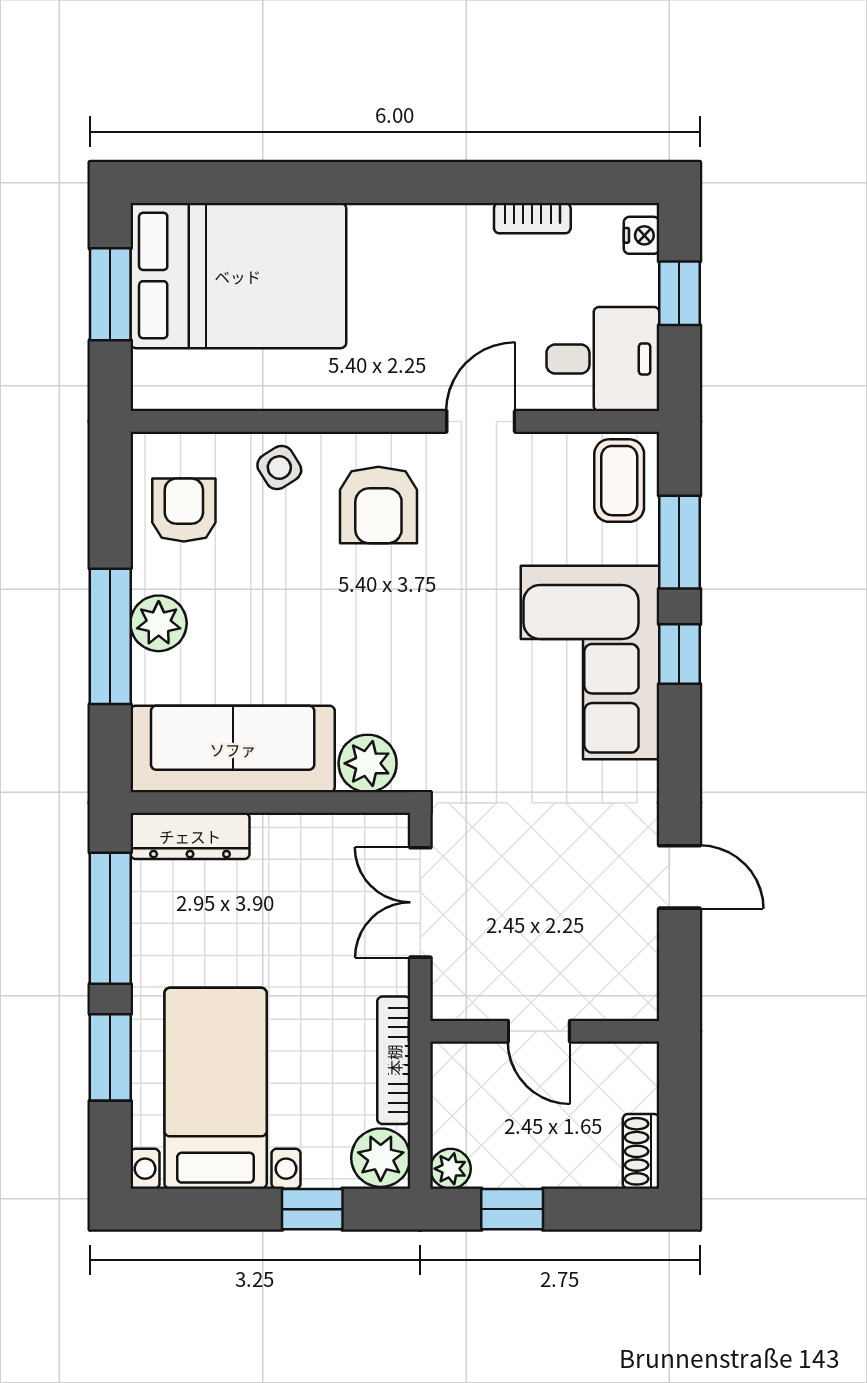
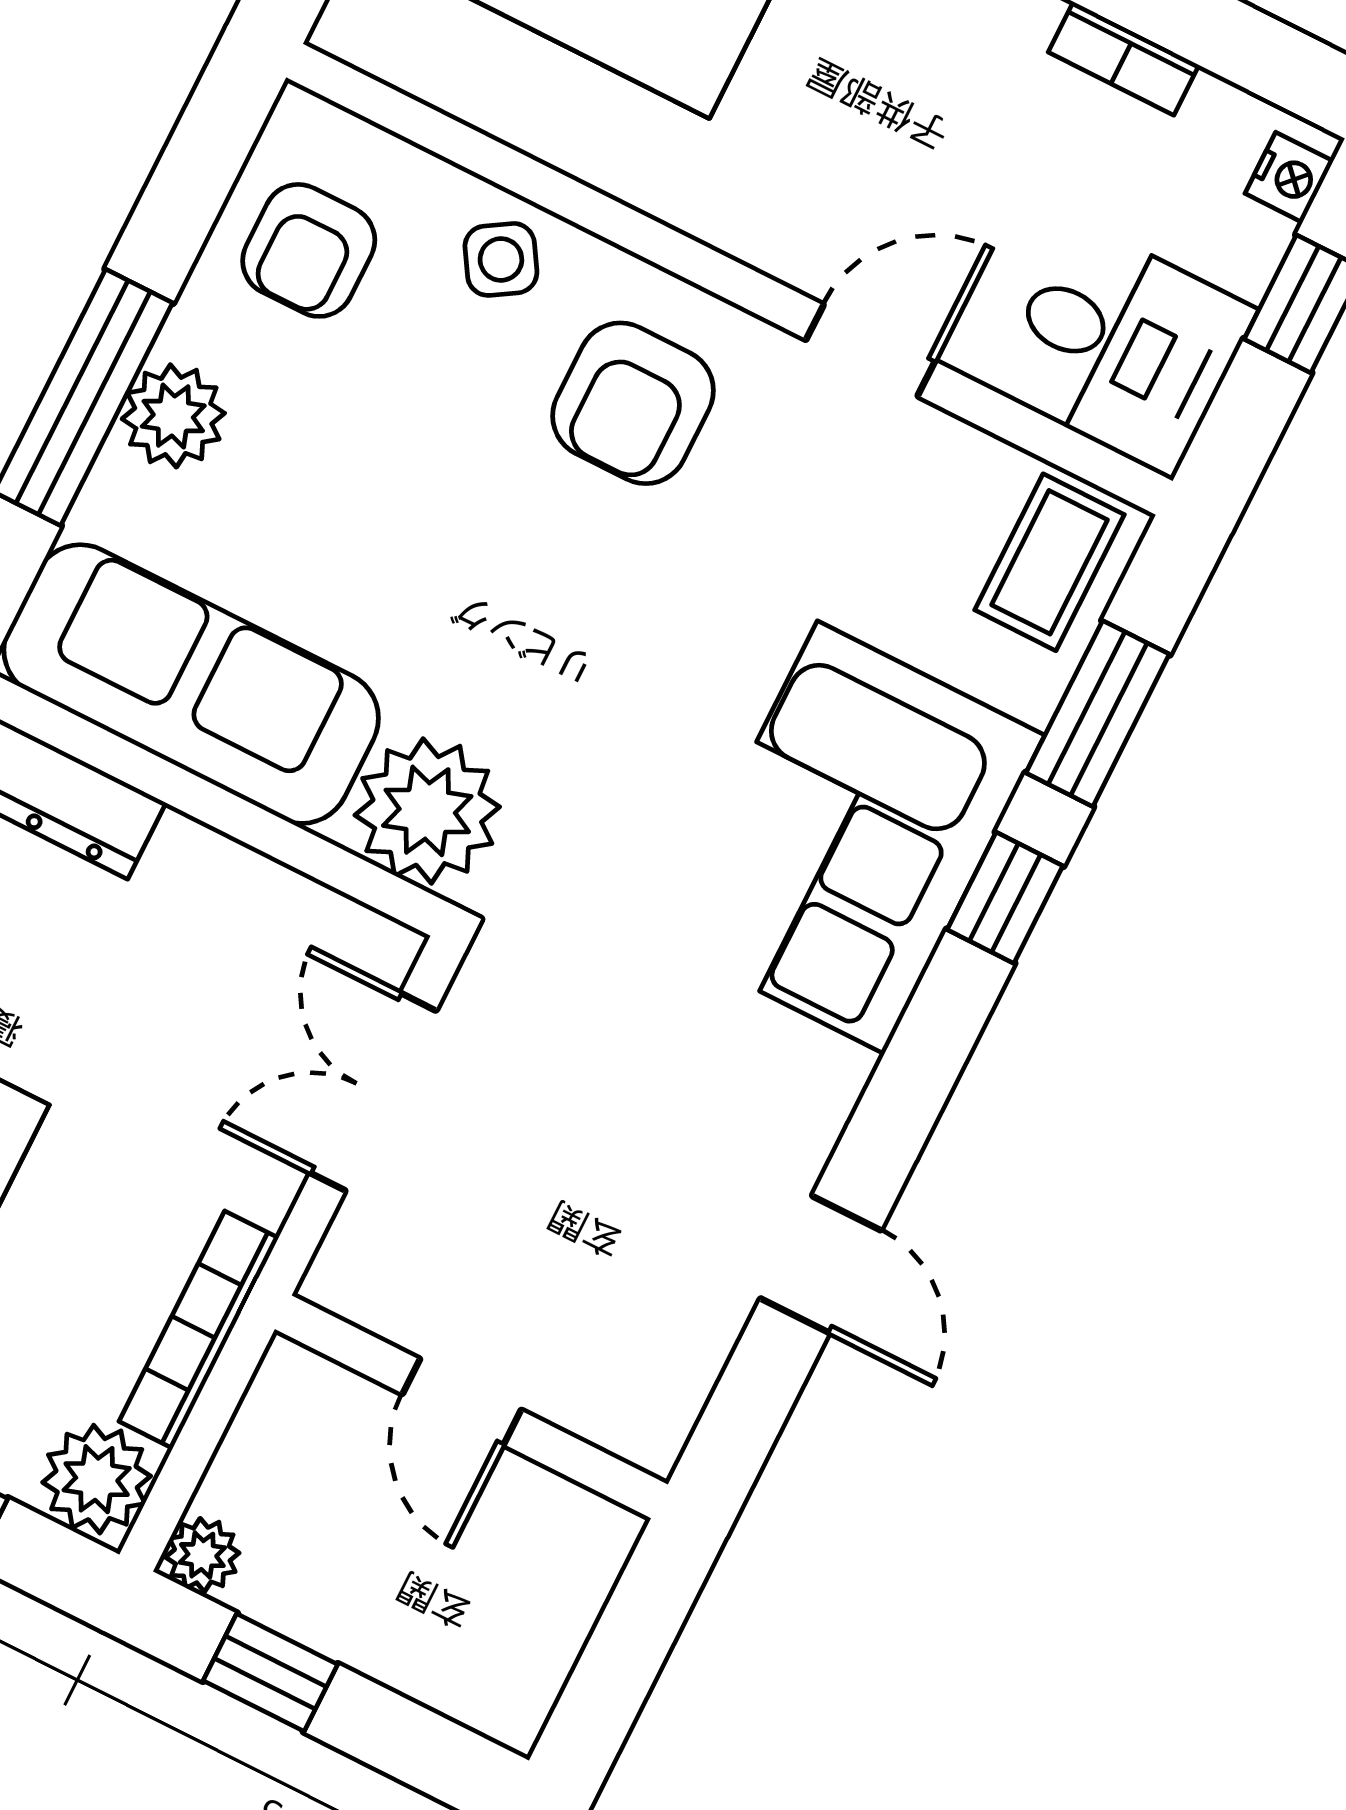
armchair: (184, 510) -> (309, 250), turned 180
plant: (368, 763) -> (427, 811), width x1.36, depth x1.36
shoe rack: (641, 1151) -> (530, 1684), removed

